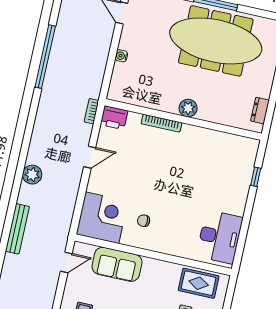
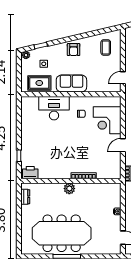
printer: (114, 118) -> (30, 173), moved
corner desk: (102, 218) -> (107, 120), moved
desk: (220, 237) -> (54, 108), moved, turned 90
sofa: (117, 264) -> (71, 83), moved

